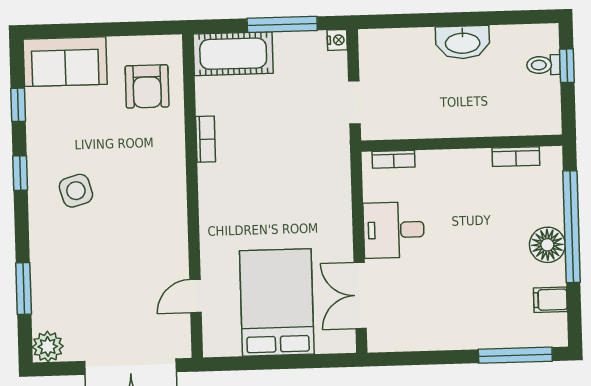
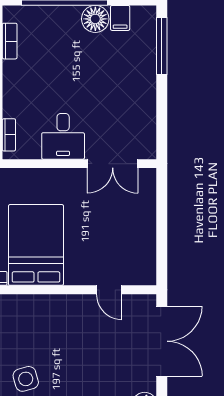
floor lamp: (547, 245) -> (95, 19), moved
bed: (277, 302) -> (36, 245), moved, turned 90

